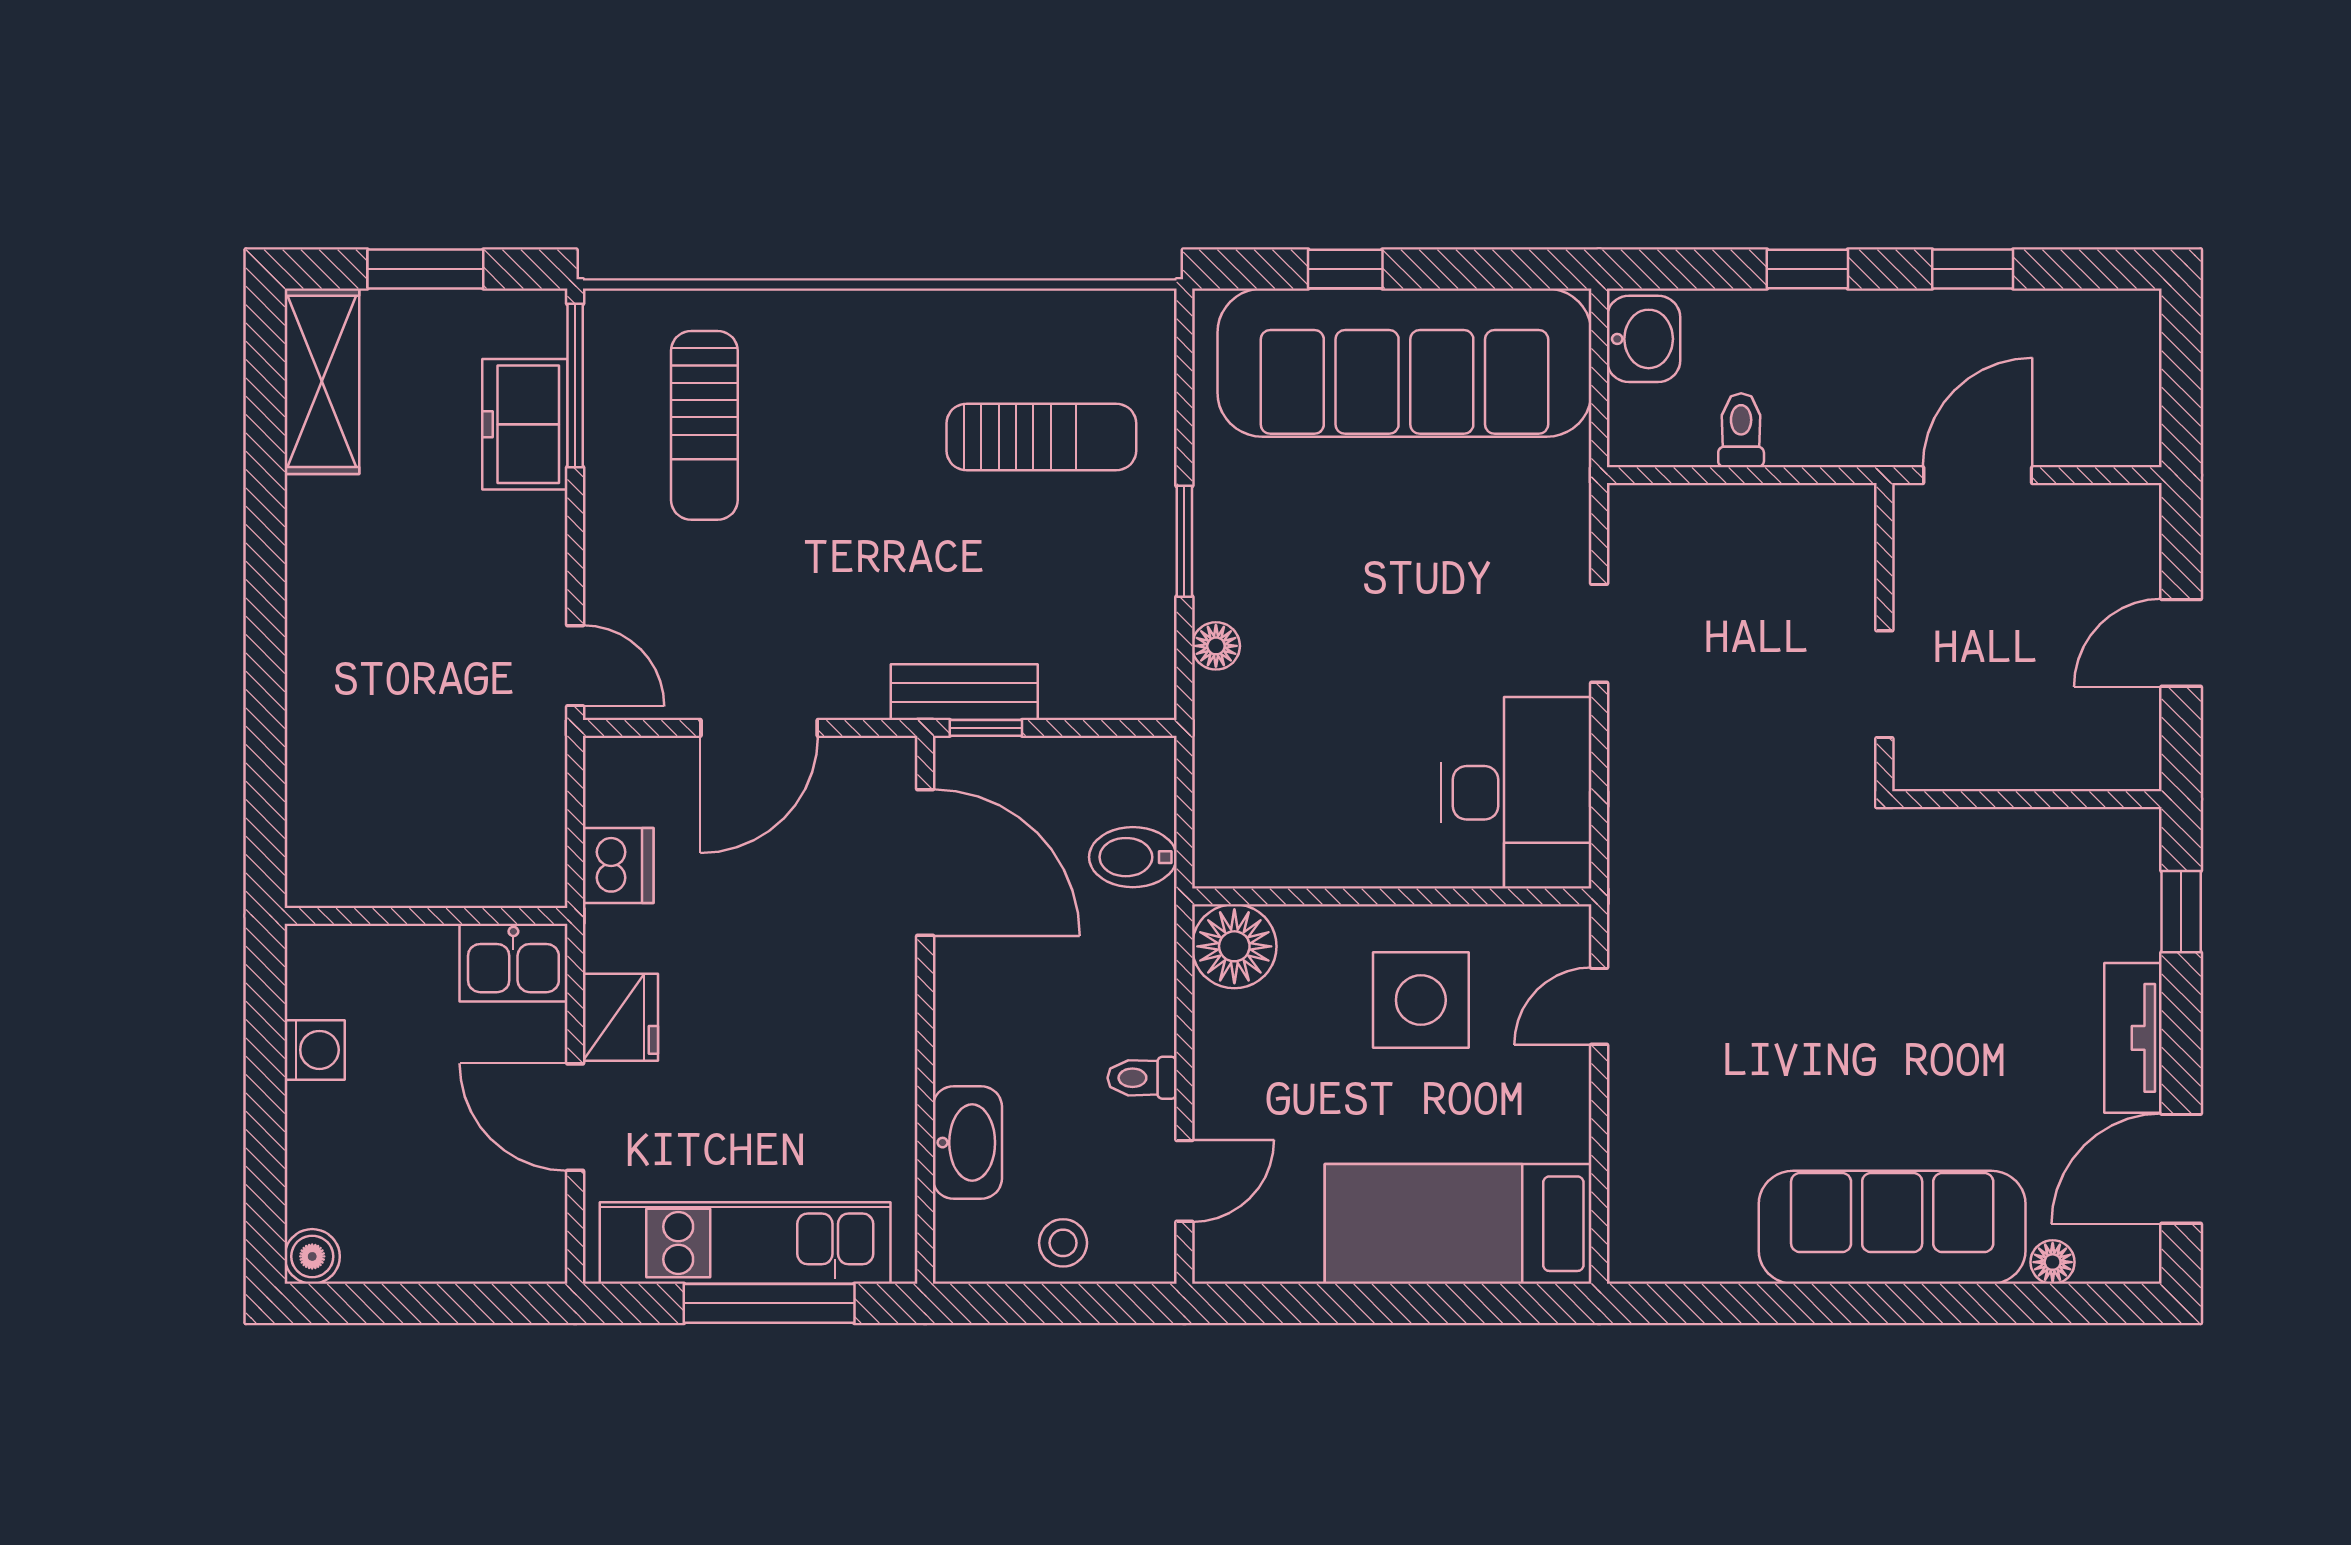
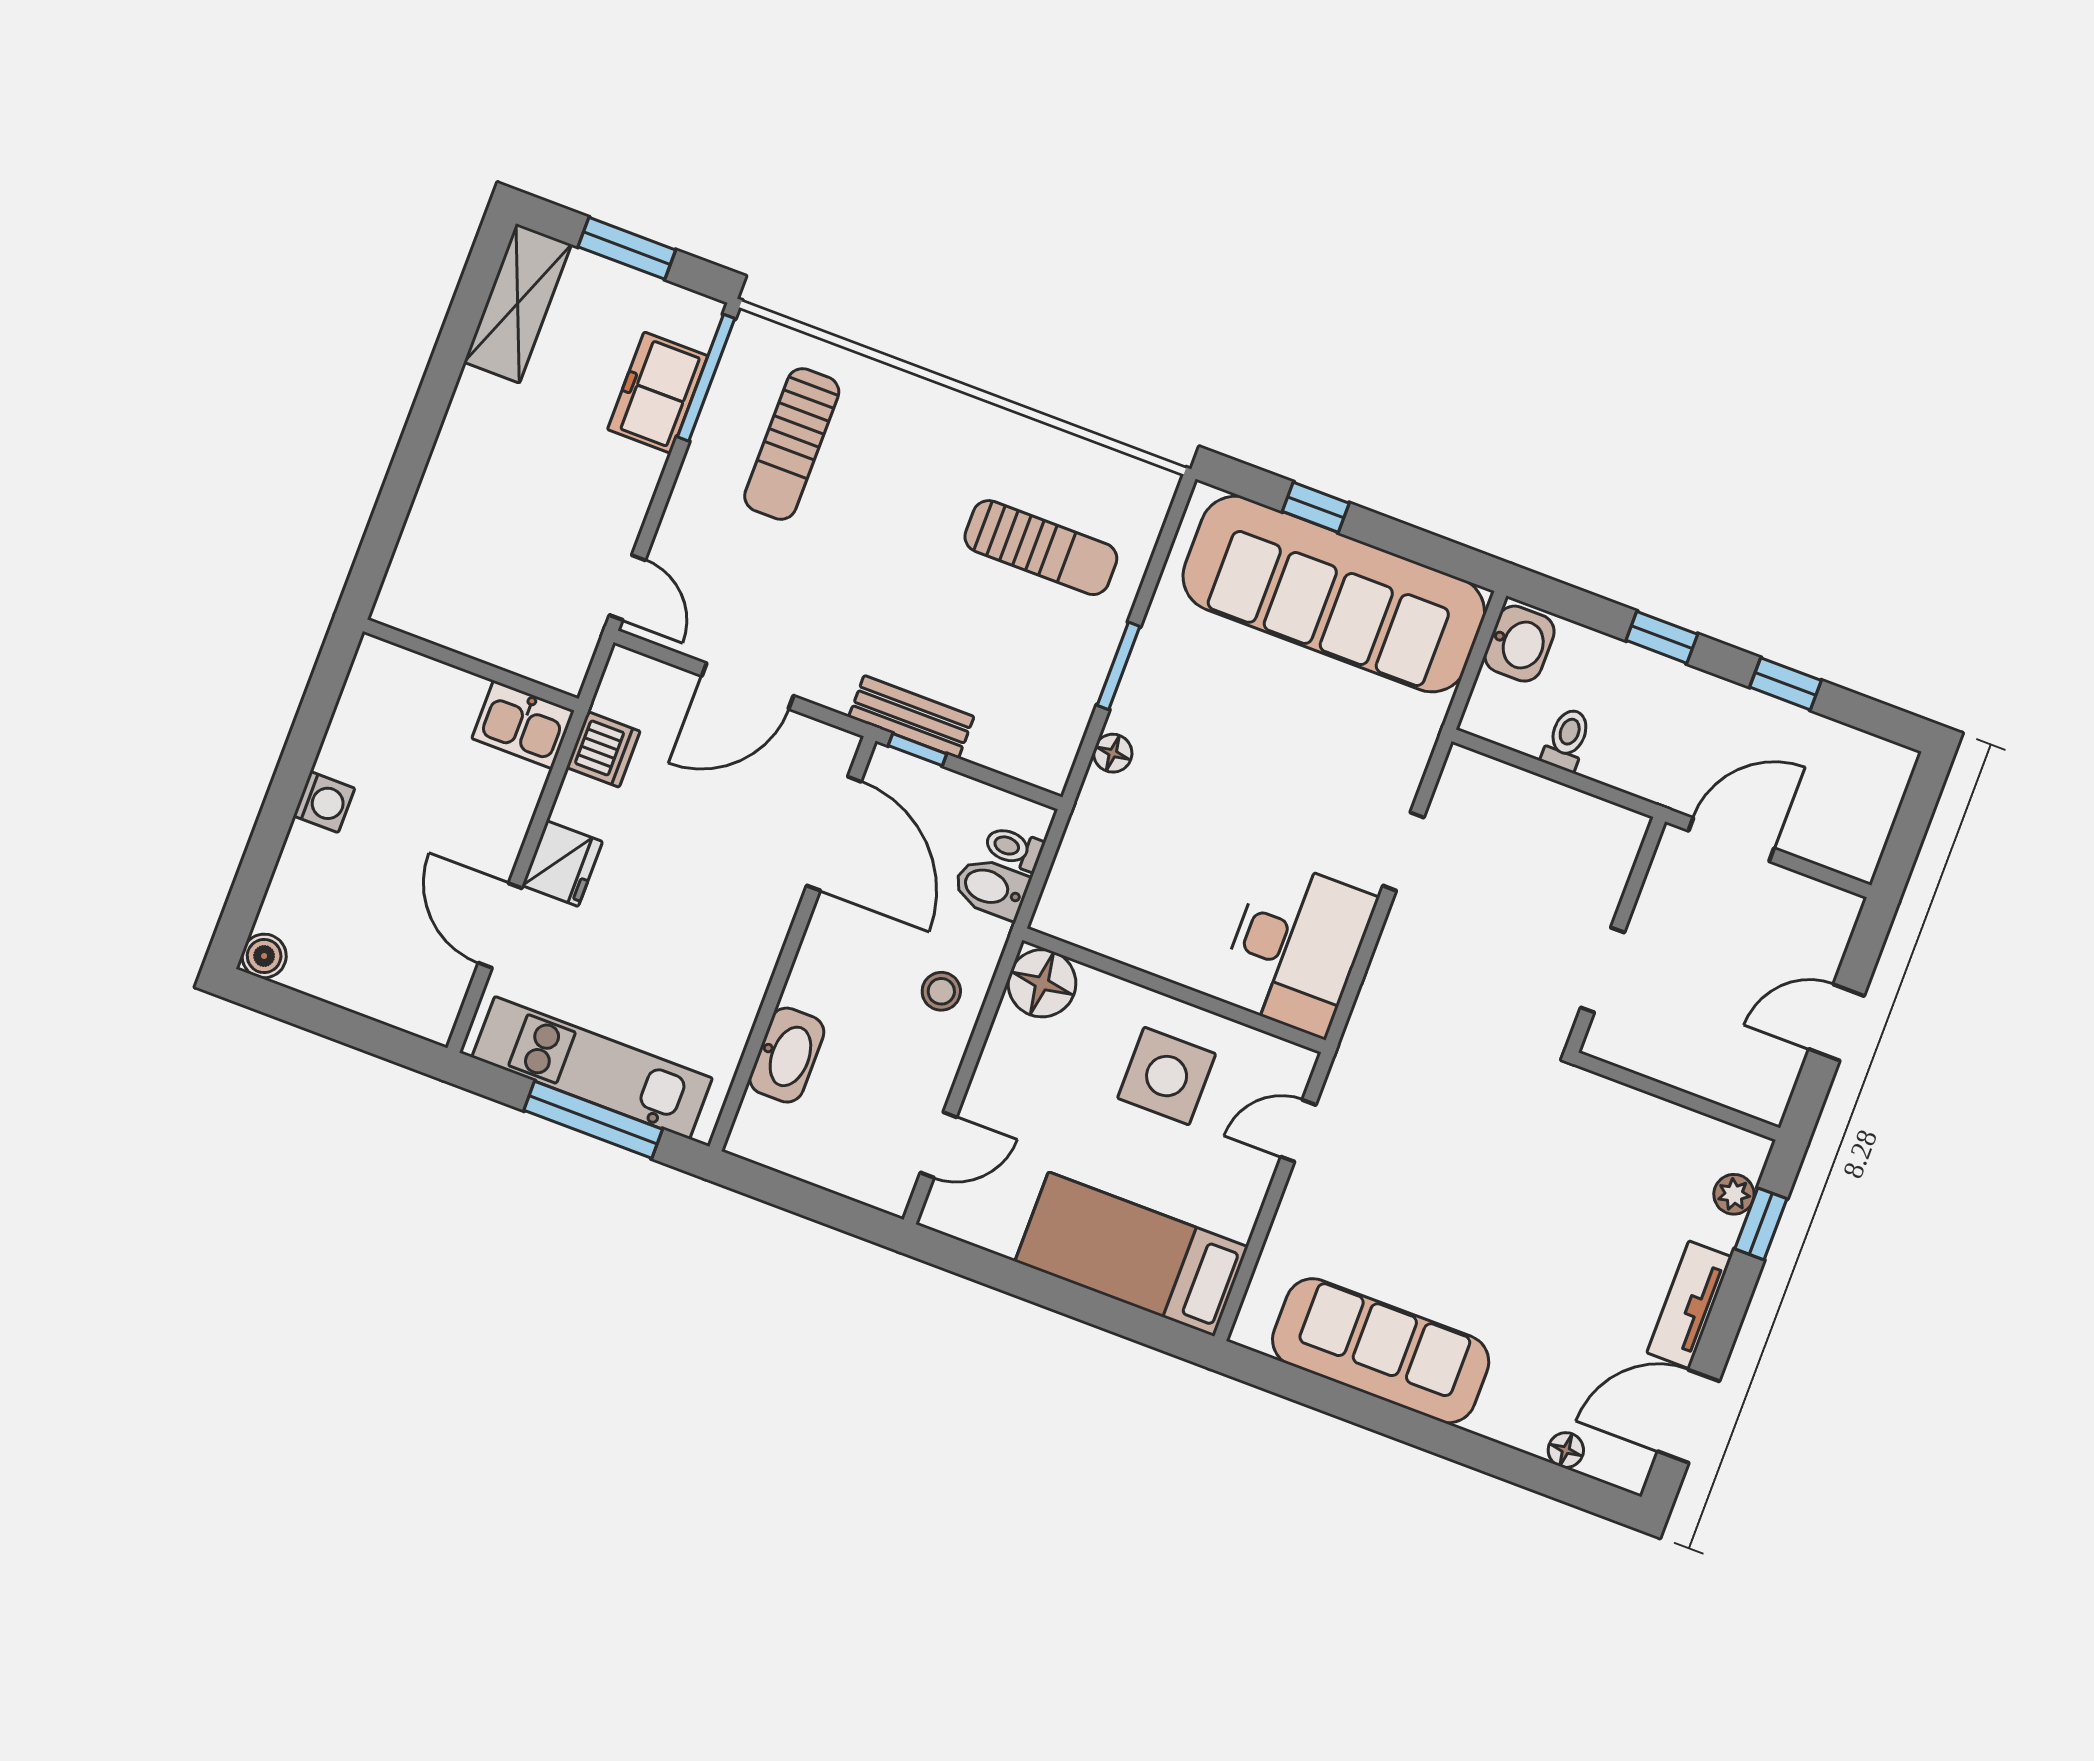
plant: (2137, 889) -> (1734, 1194), added
wall: (426, 916) -> (471, 665), moved
kitchen sink: (513, 963) -> (523, 725), moved
toilet: (1142, 1078) -> (1014, 848), moved
sofa: (1892, 1227) -> (1381, 1351), moved
stool: (1063, 1243) -> (941, 991), moved

